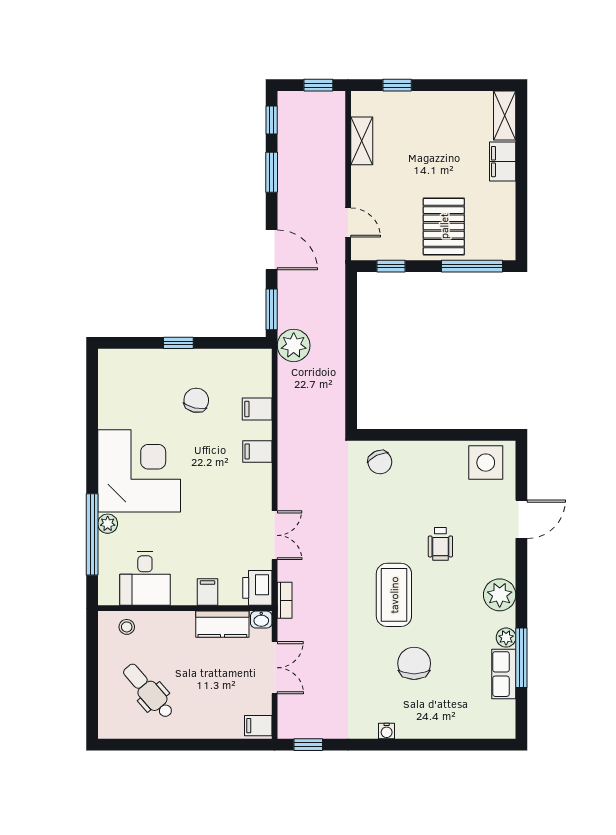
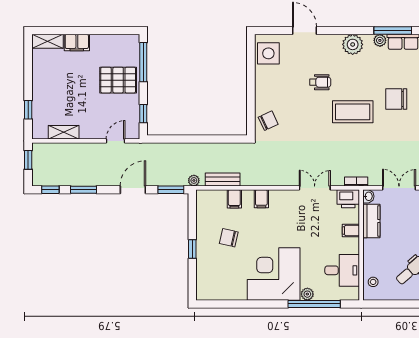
plant: (294, 345) -> (194, 180), width x0.53, depth x0.53
bench: (288, 391) -> (223, 179), added

